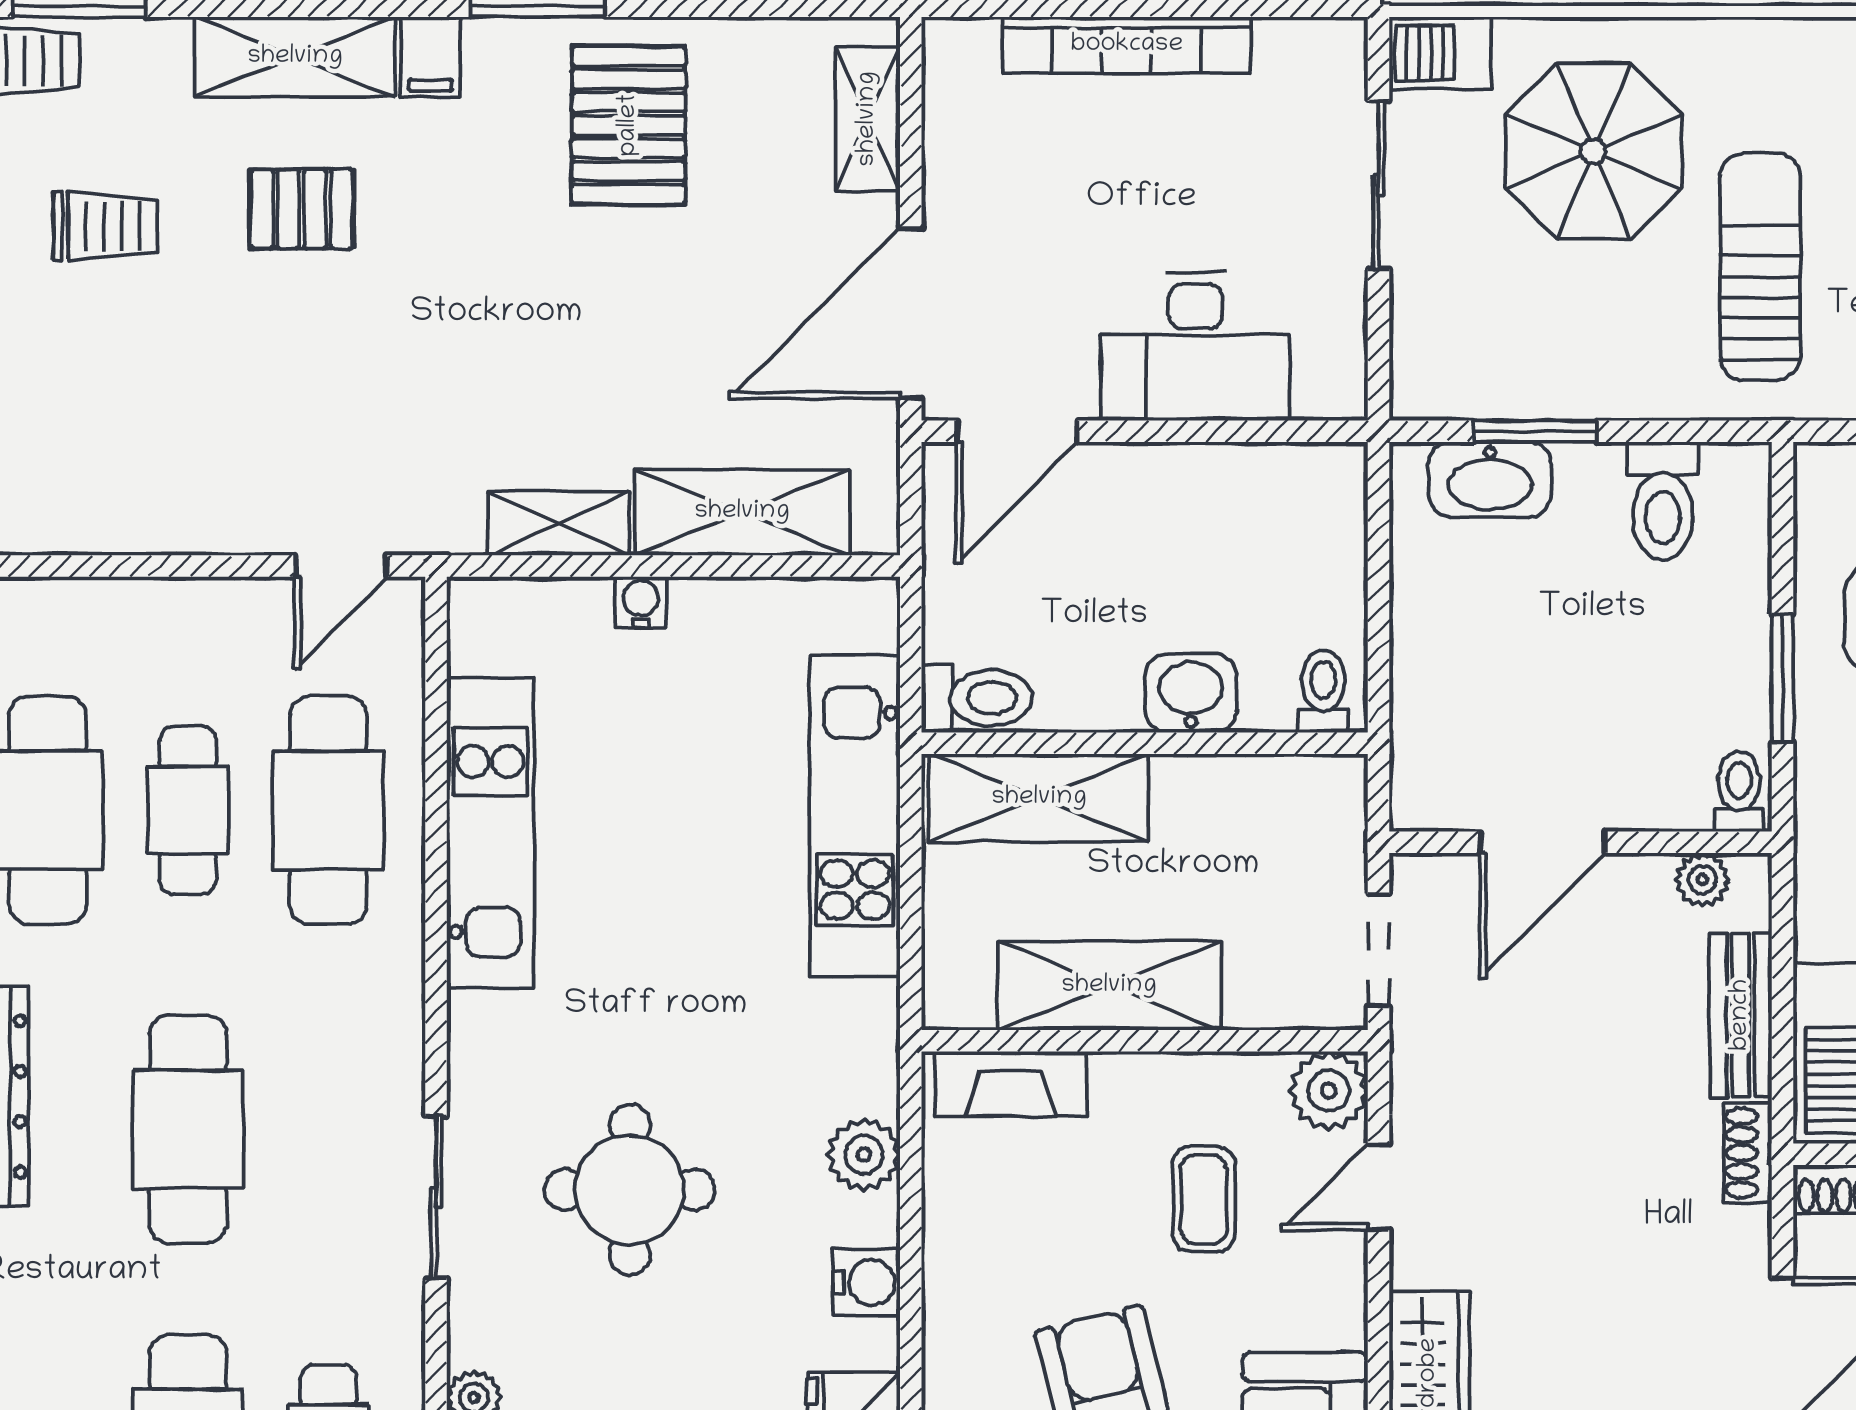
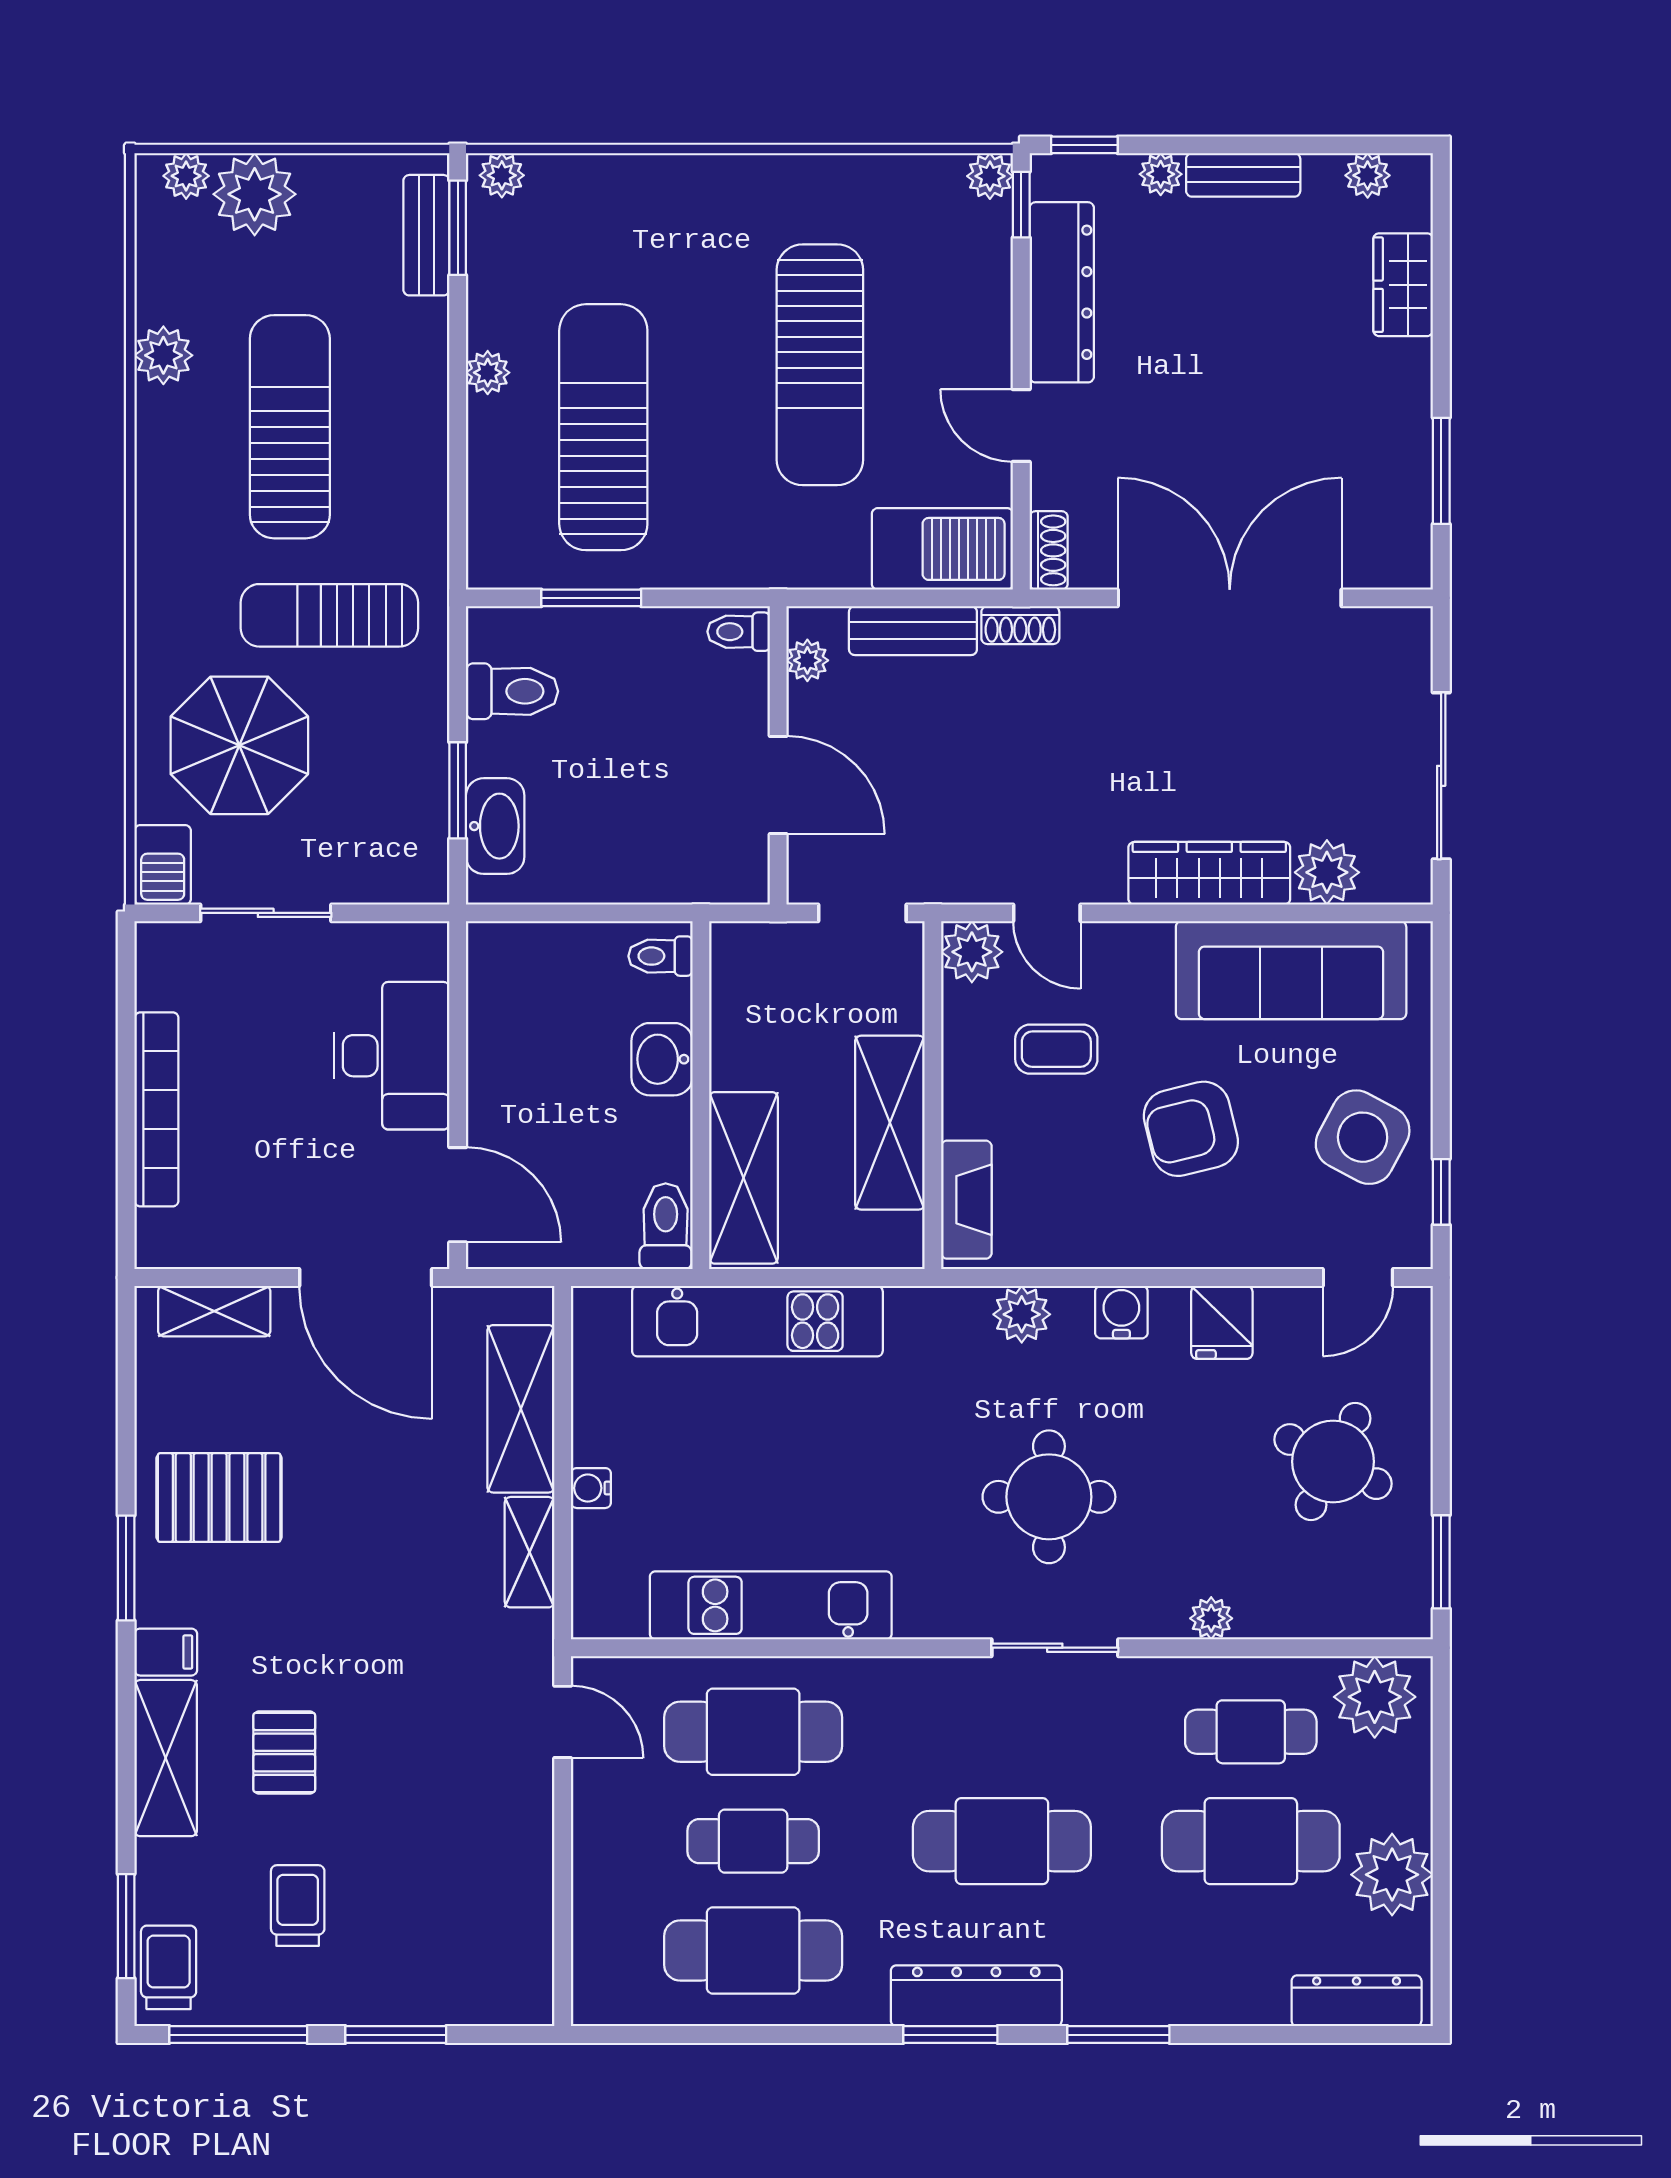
window: (1782, 678) -> (591, 598), moved

